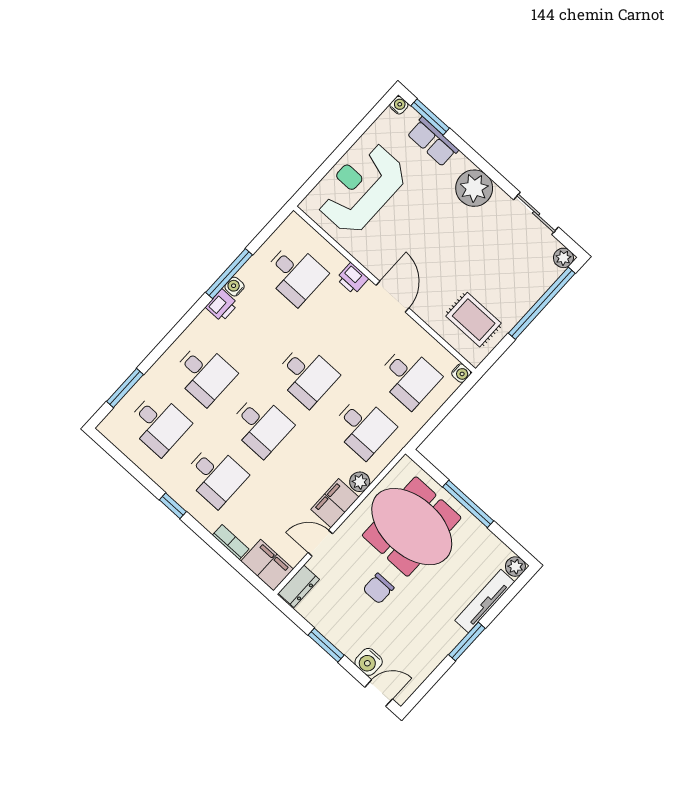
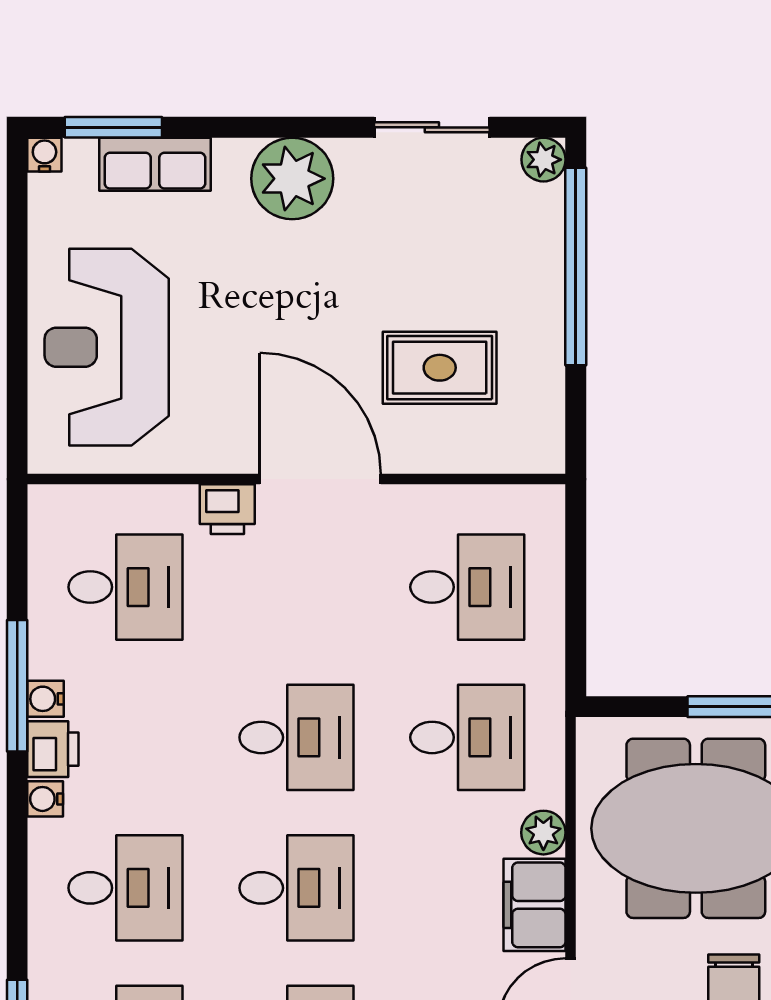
door: (392, 297) -> (320, 479), width x1.36
rug: (474, 320) -> (440, 368), moved
water cooler: (461, 373) -> (45, 799), moved, turned 180

